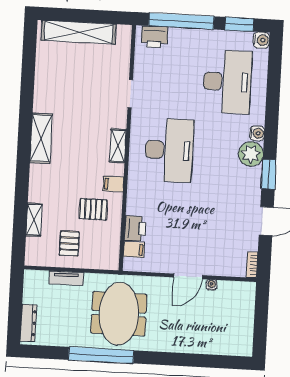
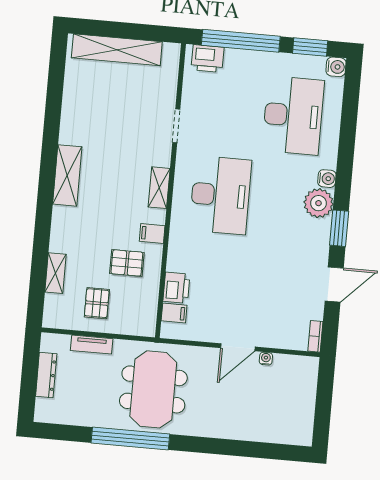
dresser: (28, 323) -> (46, 375), moved

